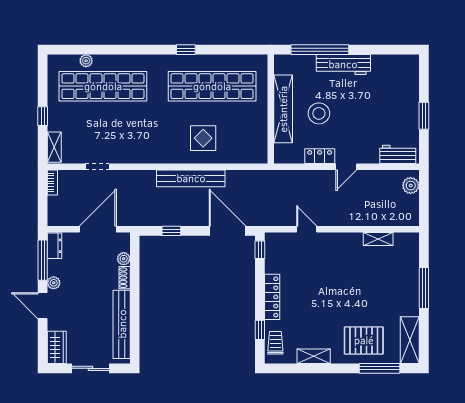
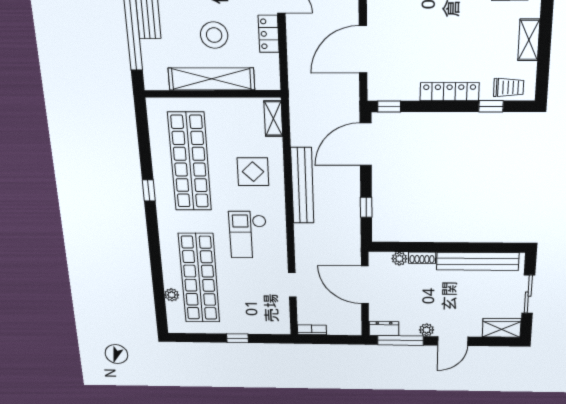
checkout: (145, 131) -> (248, 235), added
shelving: (54, 147) -> (273, 119), moved, turned 90
door: (307, 229) -> (363, 49), width x1.88
trolley: (275, 343) -> (509, 87), turned 180

